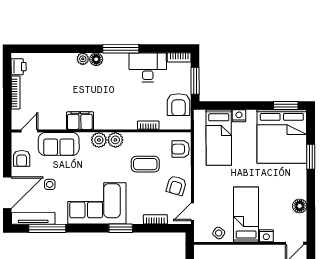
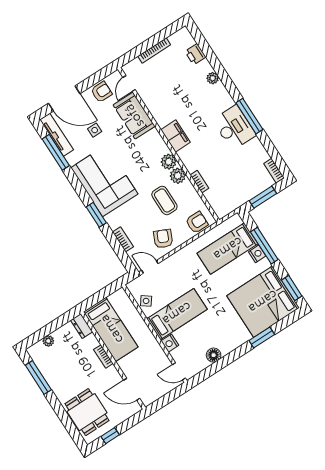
plant: (83, 59) -> (213, 78), moved
floor lamp: (96, 59) -> (227, 101), removed
printer: (19, 67) -> (195, 54), moved, turned 90
desk: (148, 67) -> (234, 128), moved
armchair: (179, 105) -> (234, 196), removed
window: (236, 106) -> (264, 246), added
filing cabinet: (80, 121) -> (175, 136), moved
door: (29, 131) -> (129, 83), swing flipped
plant: (99, 140) -> (178, 176), moved
armchair: (181, 149) -> (197, 222), turned 90
armchair: (22, 158) -> (101, 92), turned 180
armchair: (176, 186) -> (163, 239), turned 98

